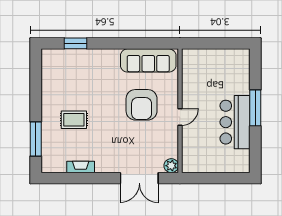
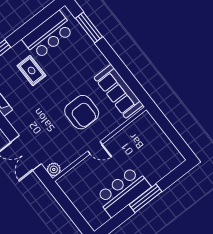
window: (76, 43) -> (89, 28), width x1.44
bar counter: (55, 82) -> (48, 35), added
armchair: (142, 105) -> (82, 112), turned -90

